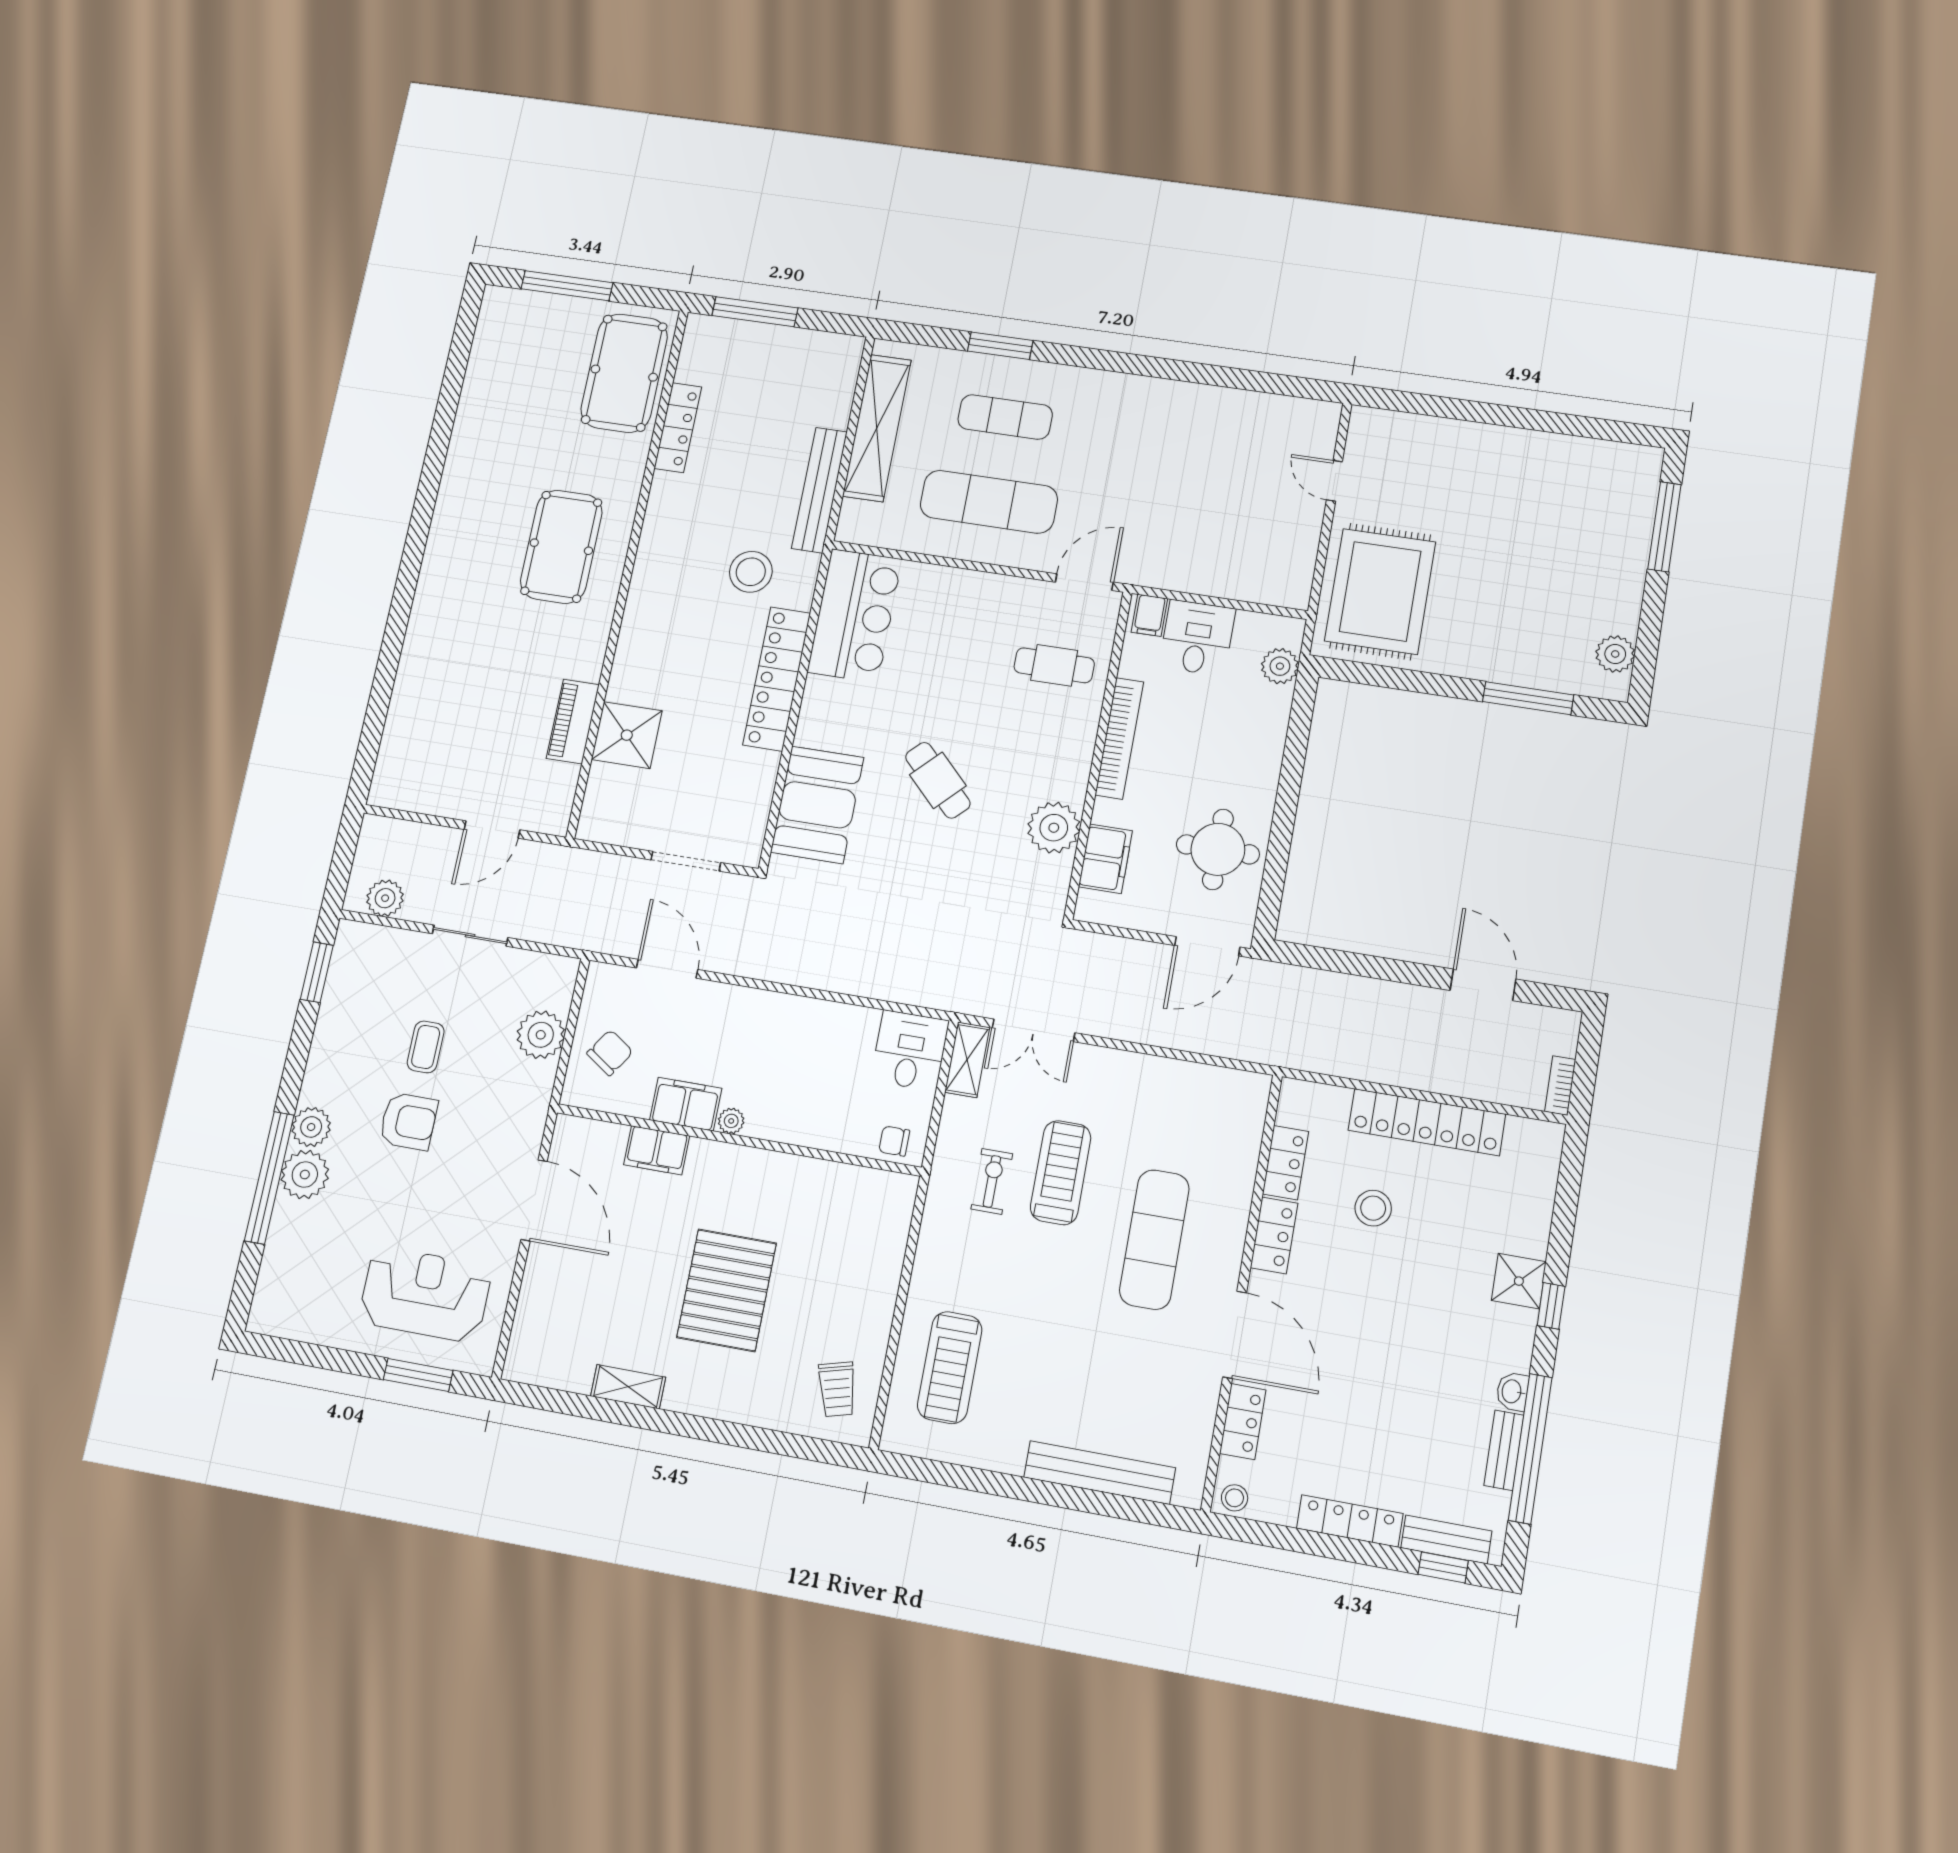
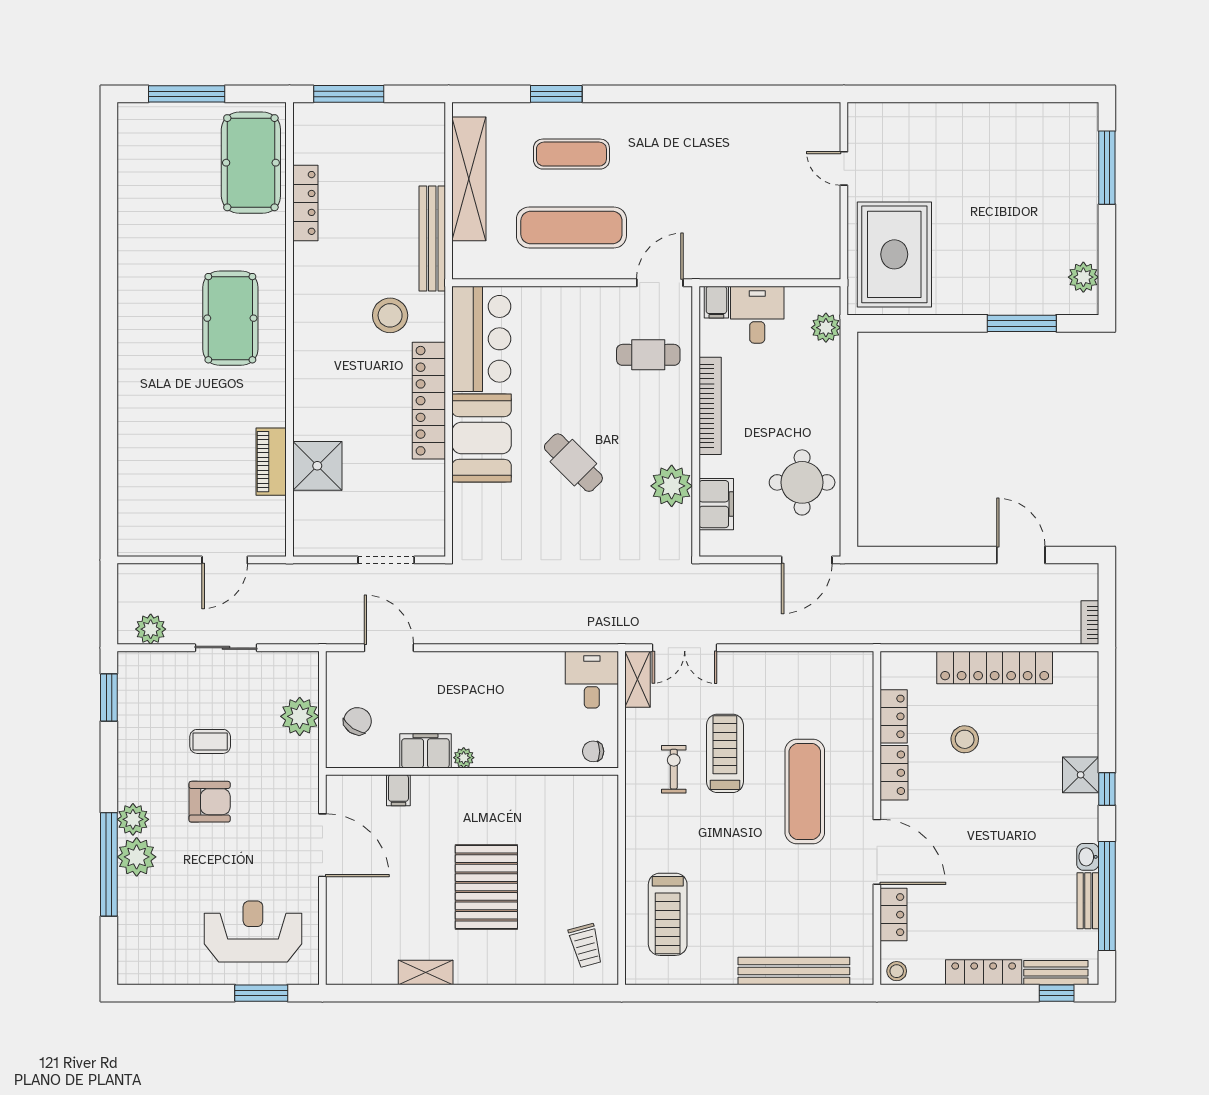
booth: (817, 805) -> (482, 438), moved
coffee table: (426, 1047) -> (210, 741), turned 90
filing cabinet: (657, 1150) -> (398, 790), width x0.50

